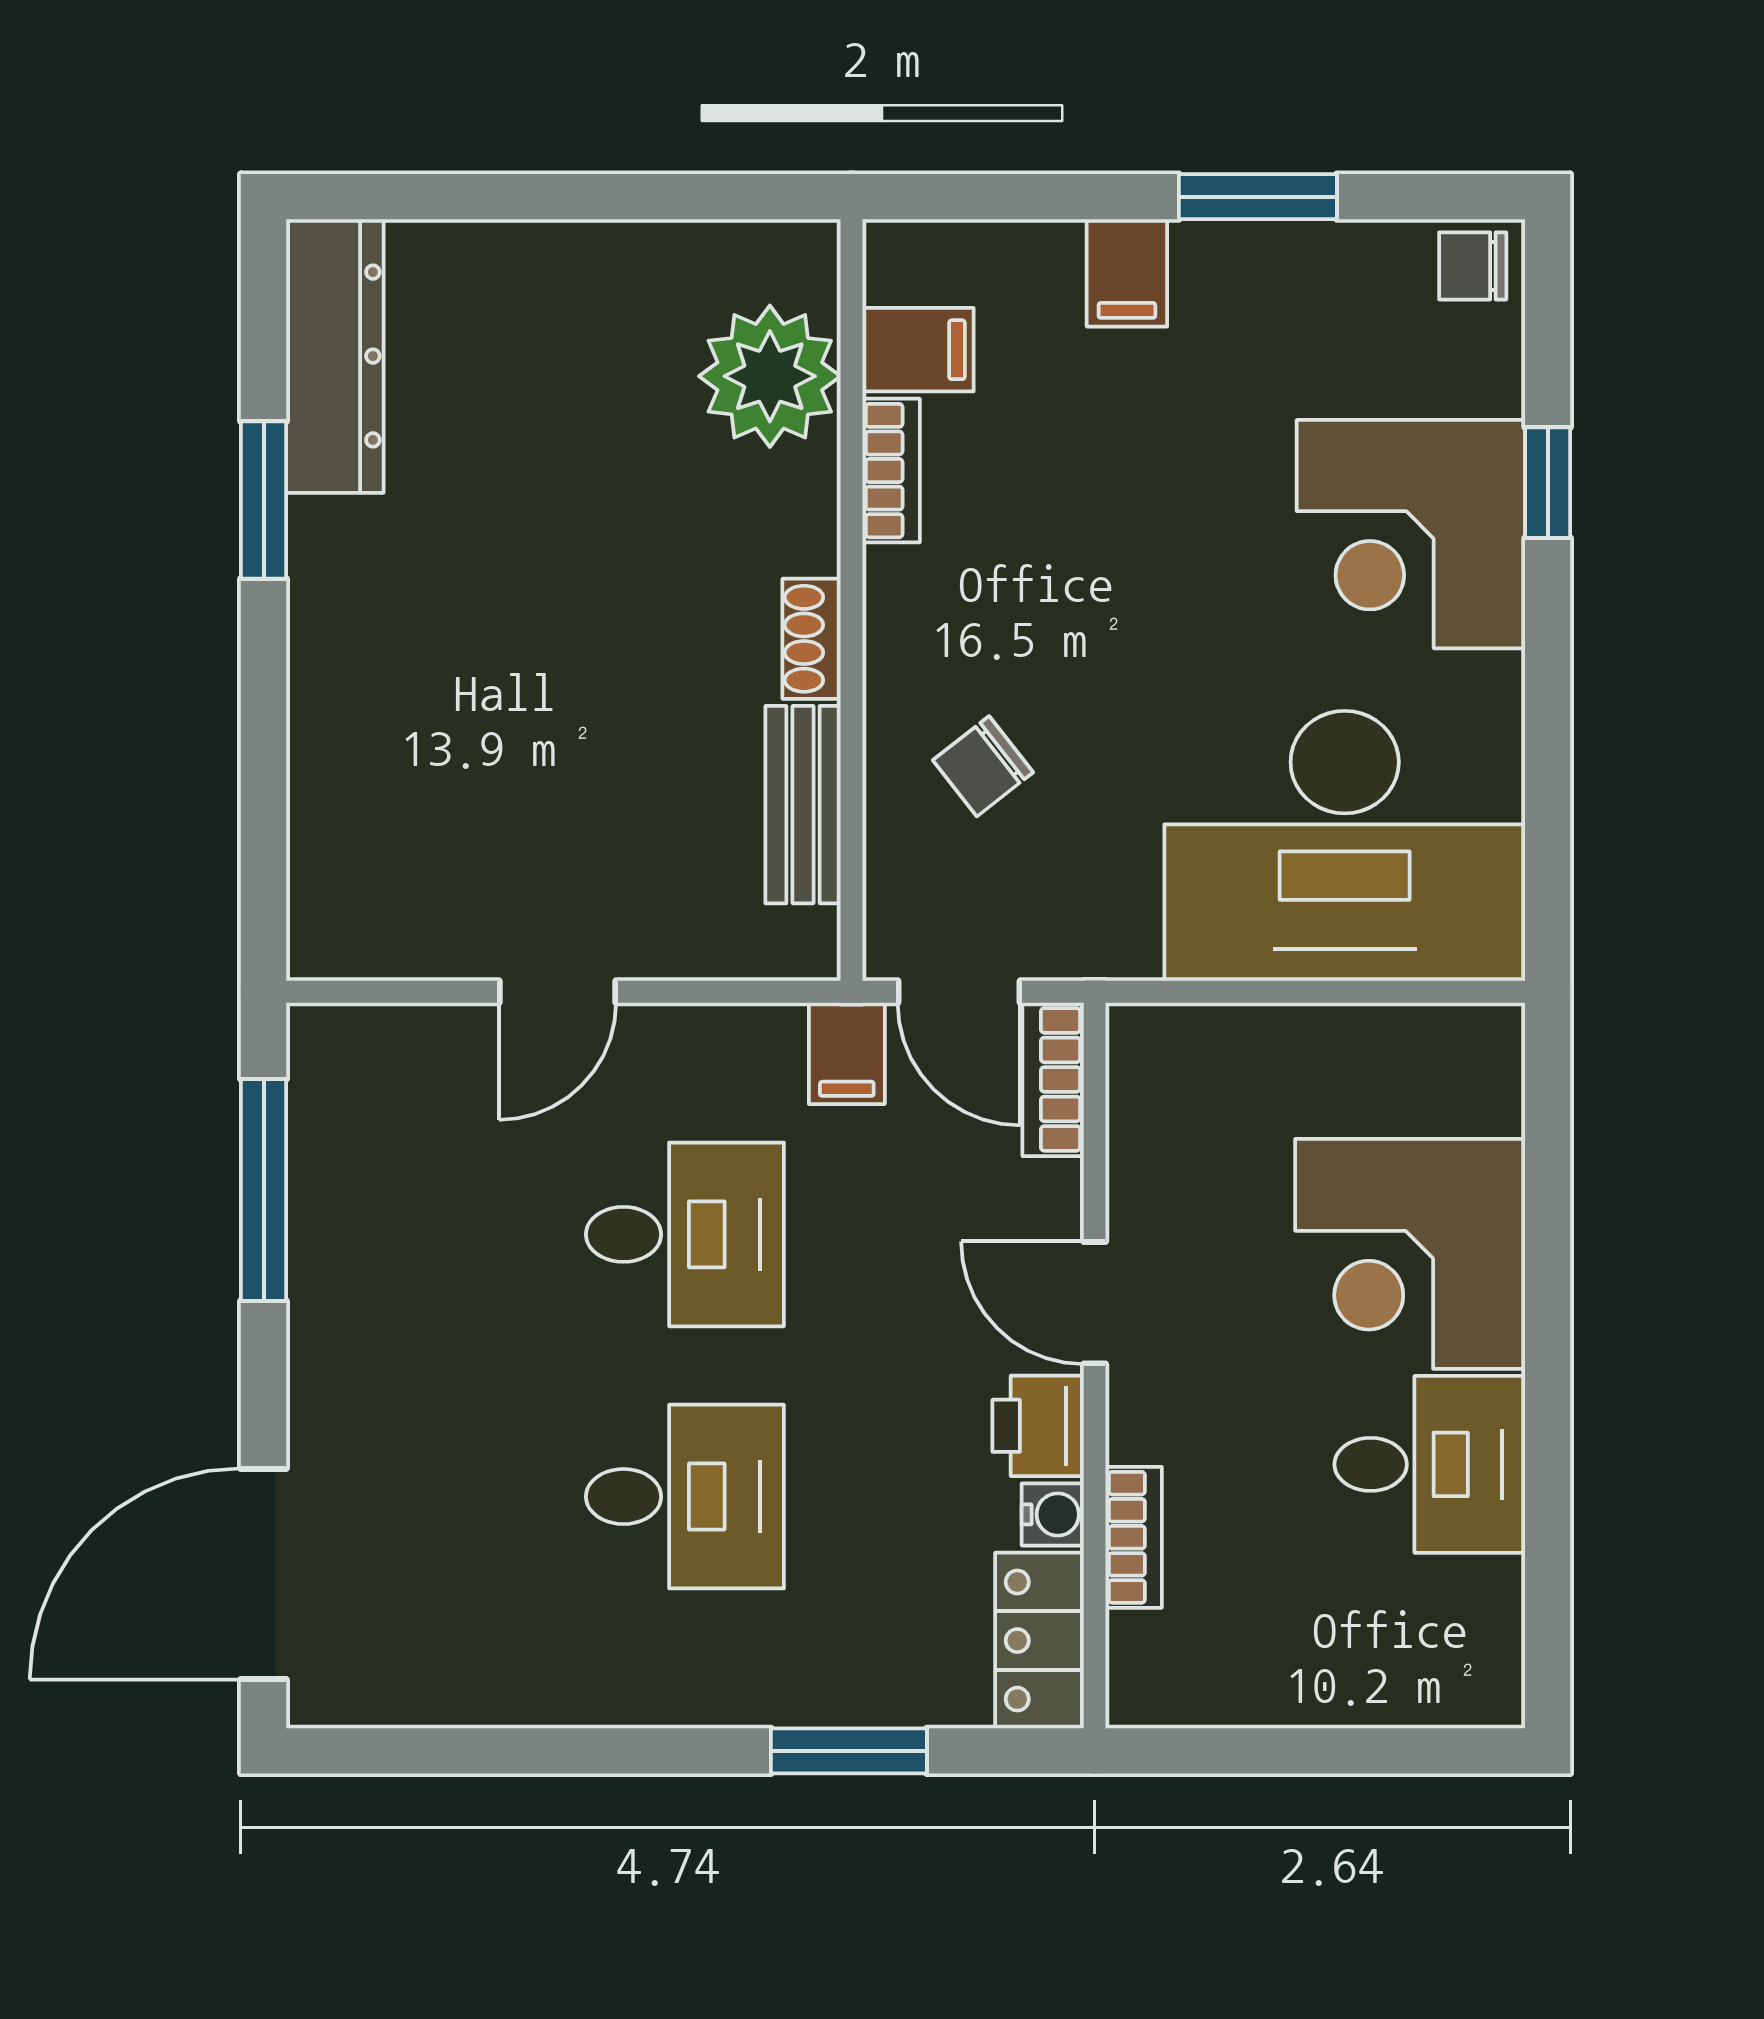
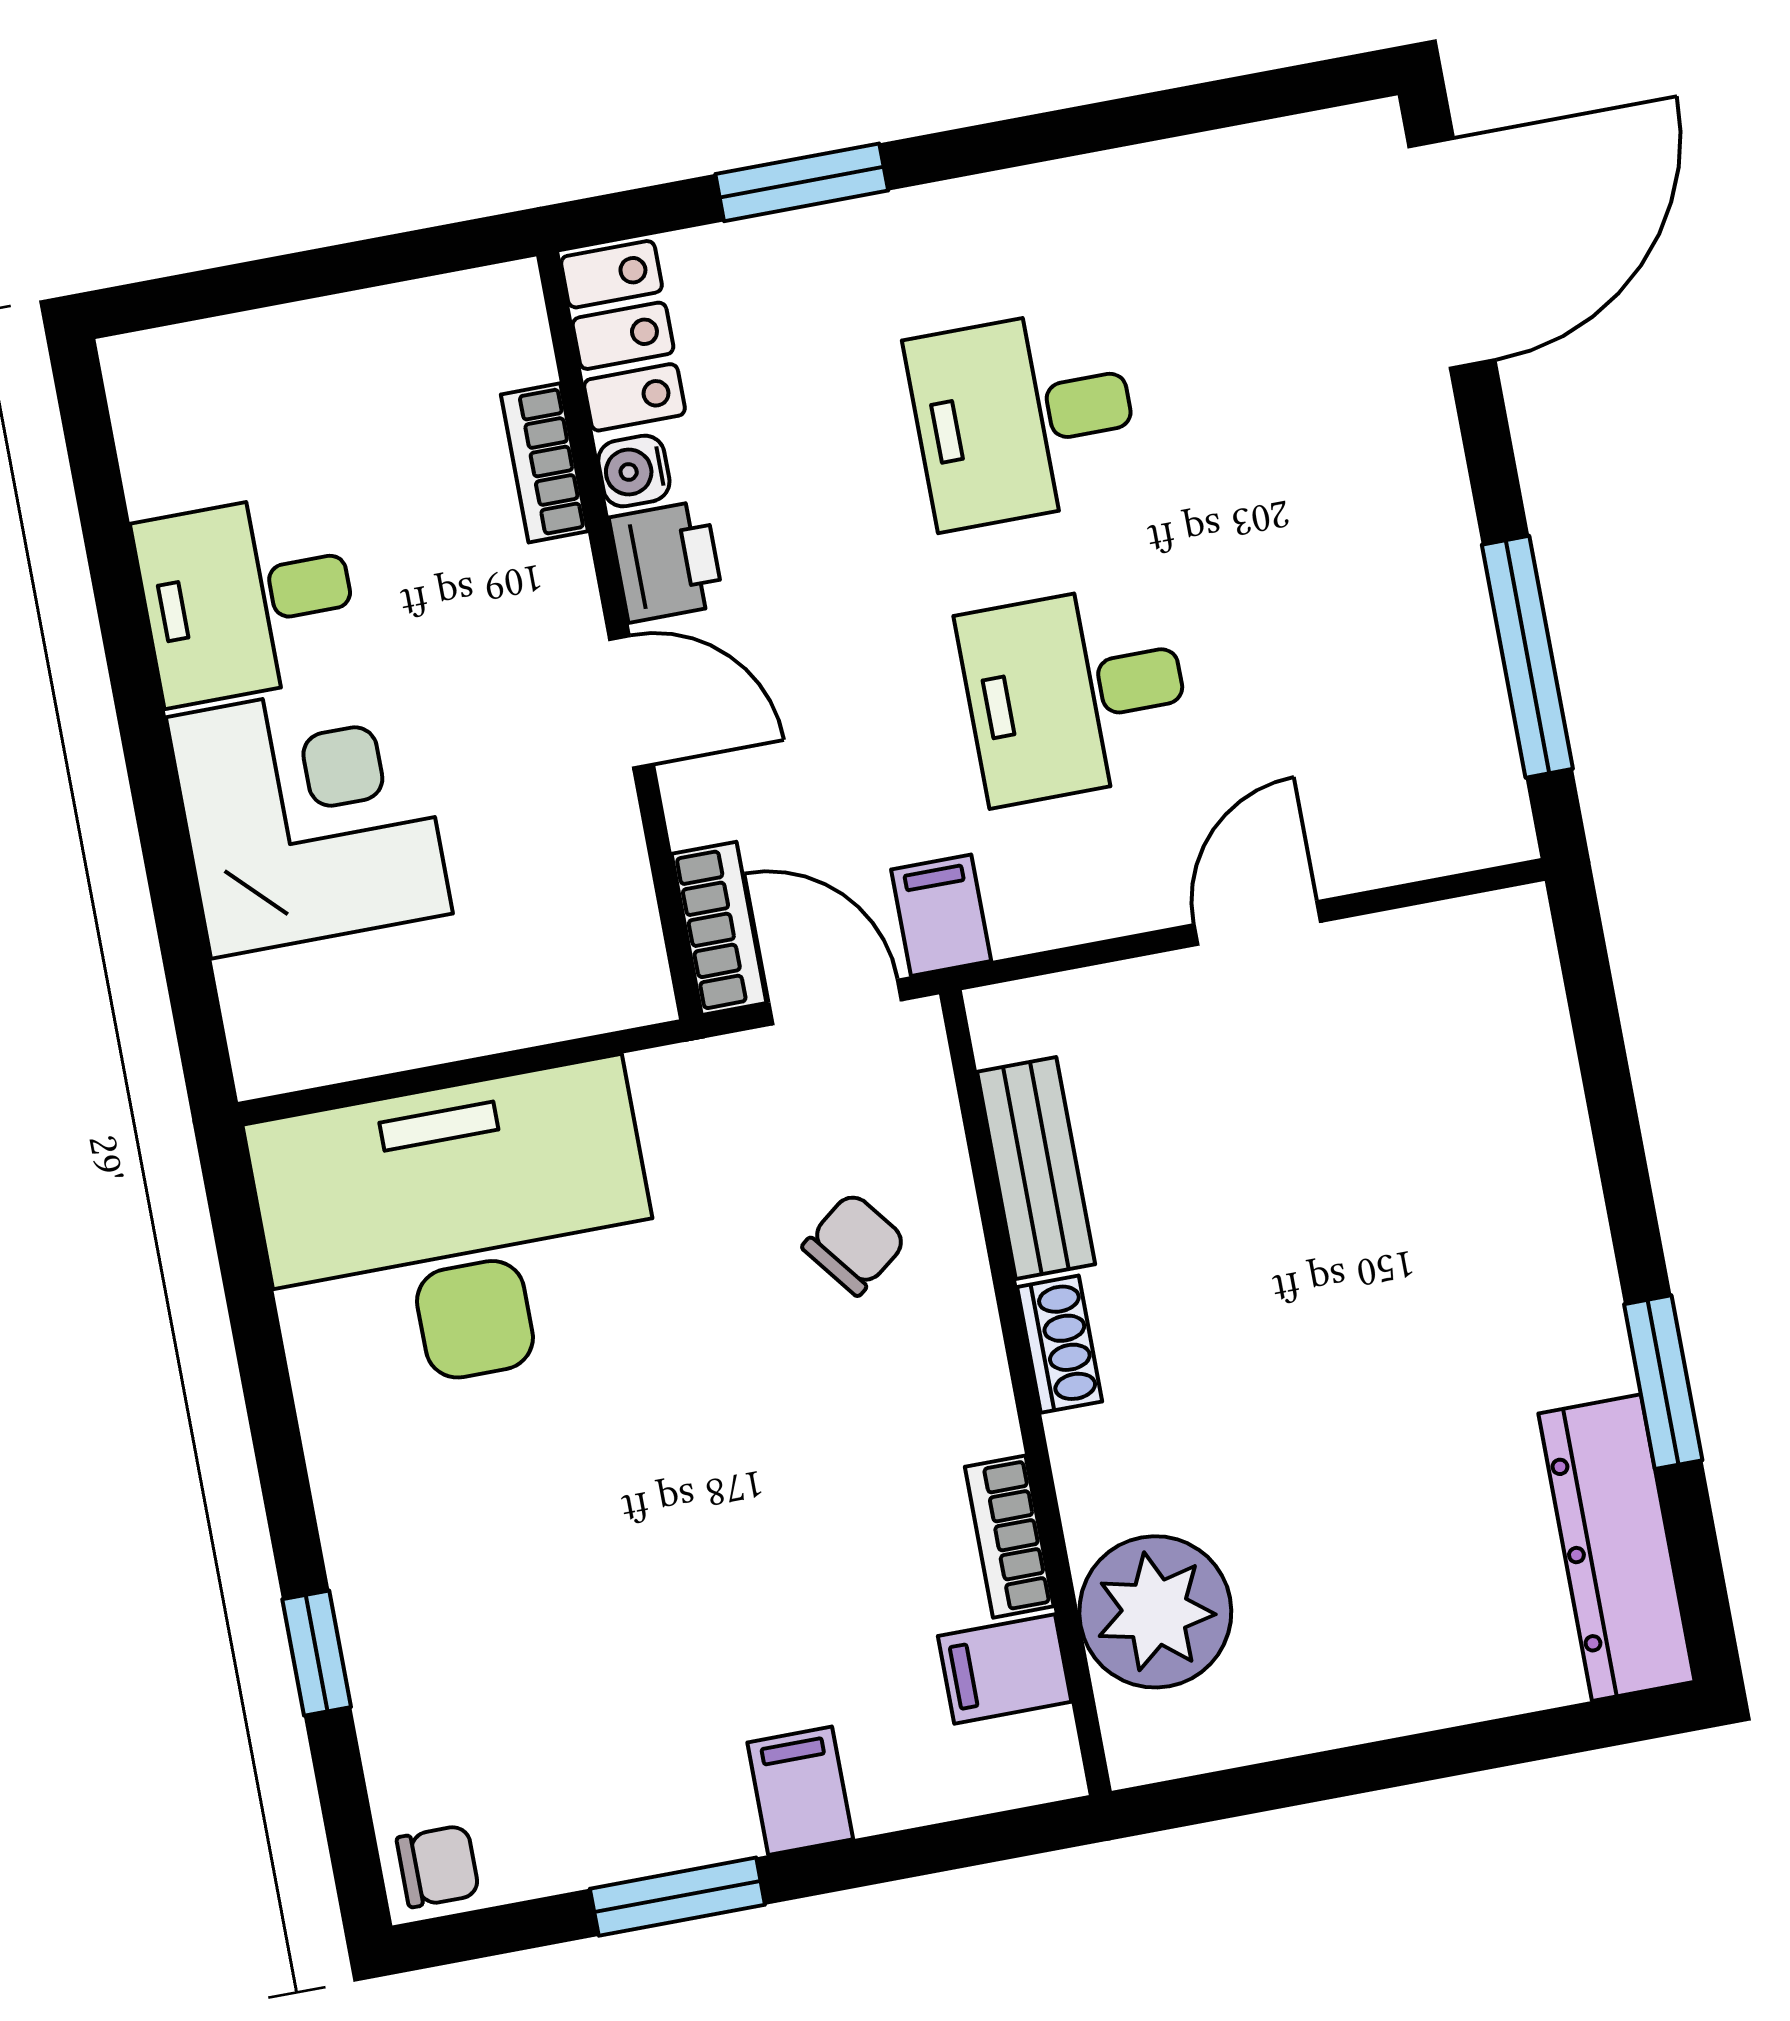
corner desk: (1411, 534) -> (450, 1572), removed

